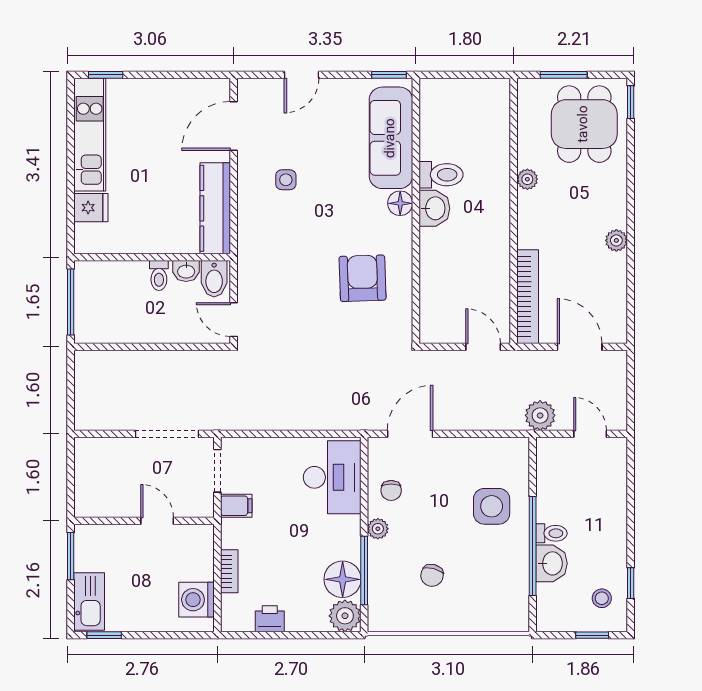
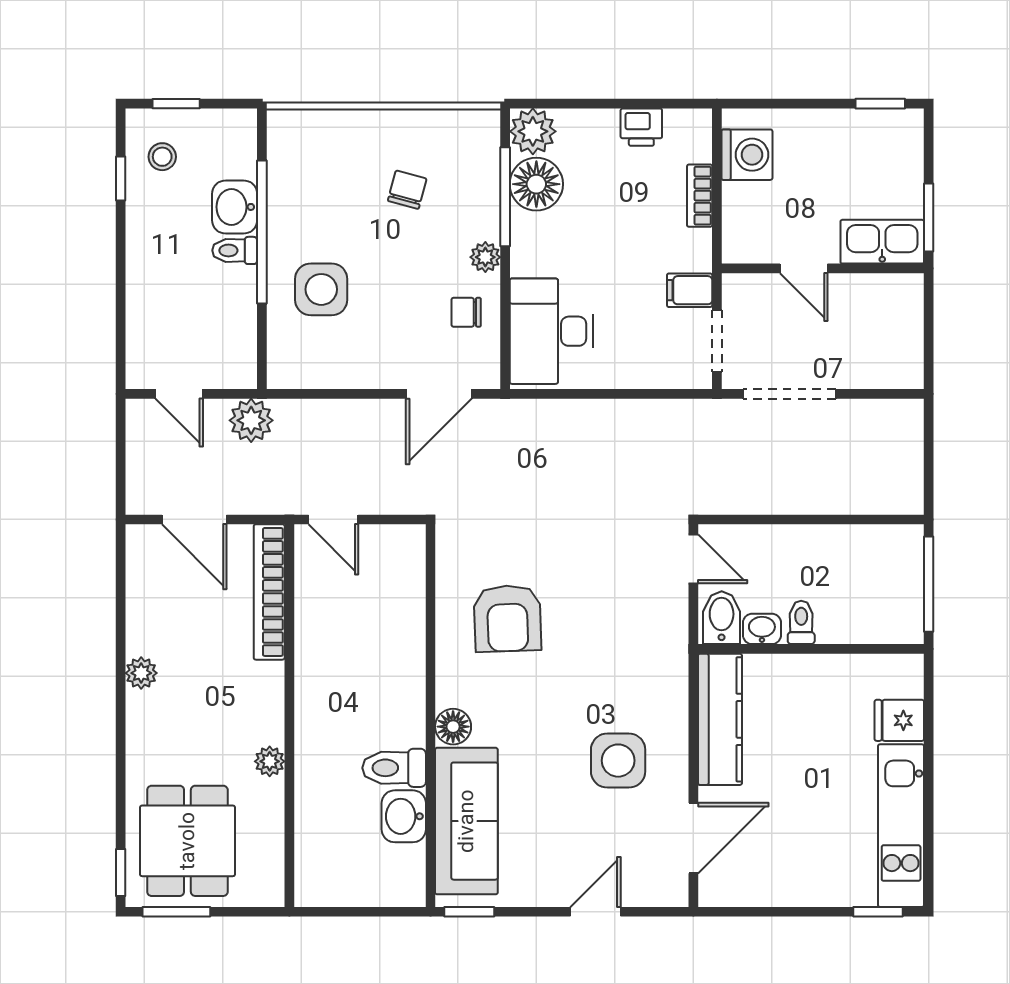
window: (564, 75) -> (176, 912), moved
side table: (286, 180) -> (618, 761), width x1.87, depth x1.87
washbasin: (434, 208) -> (404, 816), moved
chair: (391, 490) -> (466, 312), turned -90
kitchen sink: (89, 601) -> (882, 242), moved, turned 90

